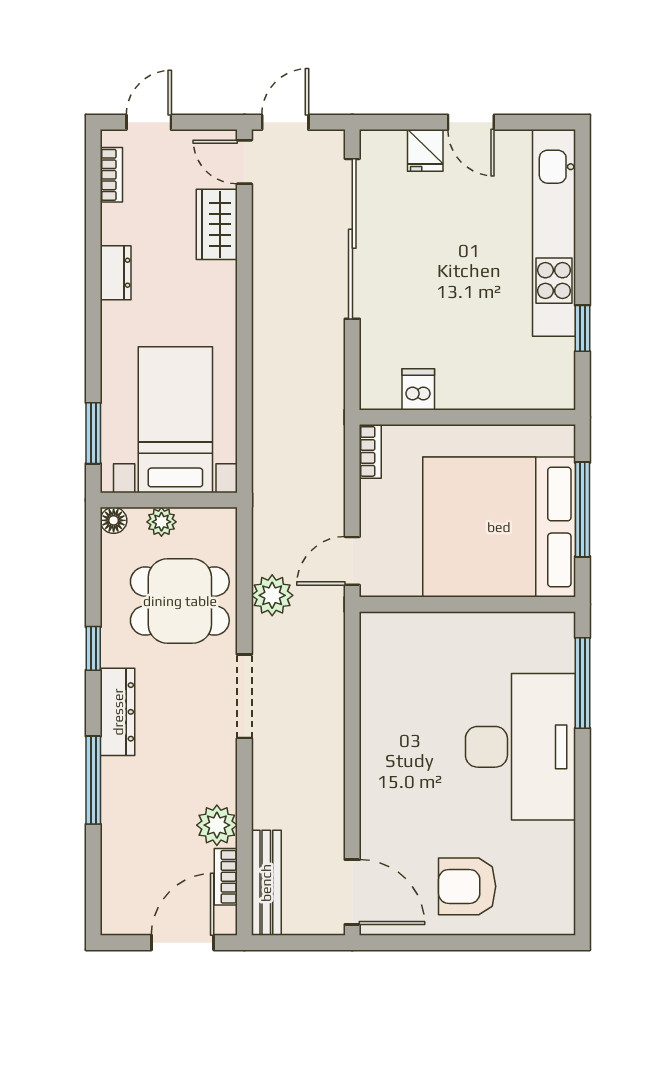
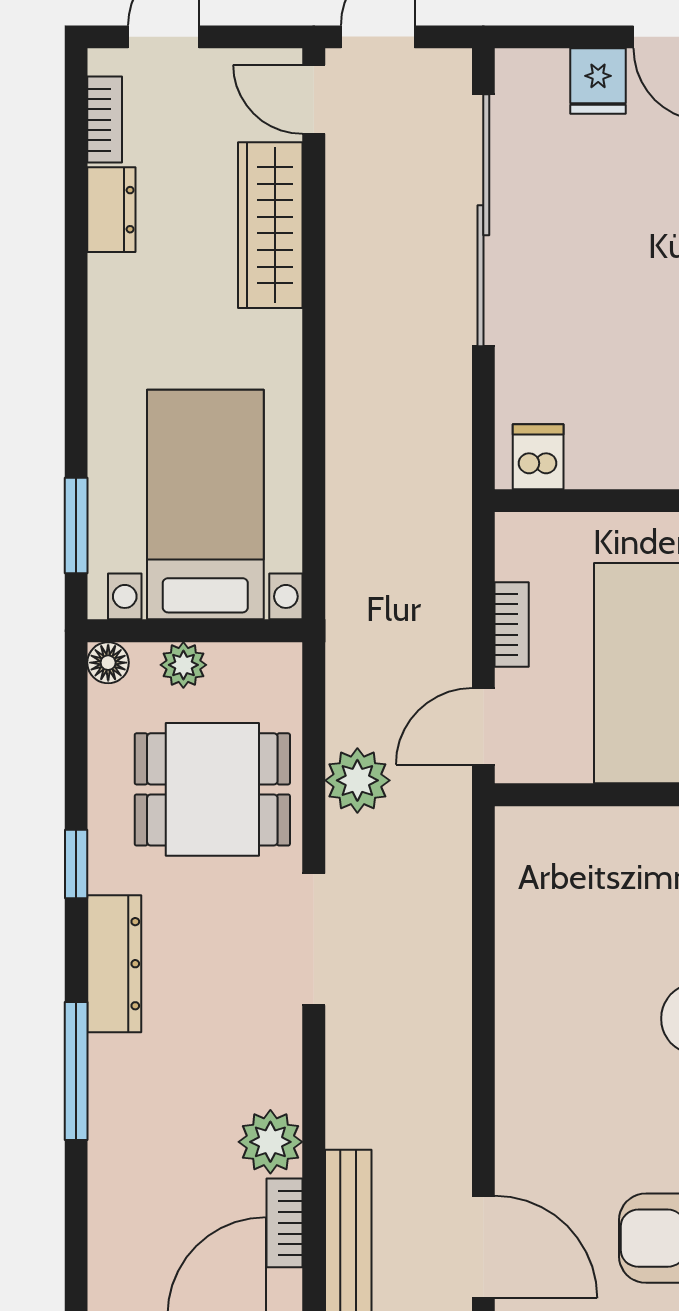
wardrobe: (217, 224) -> (270, 225), width x1.50
dresser: (116, 273) -> (111, 210), moved
dishwasher: (418, 389) -> (538, 457), moved
bookcase: (370, 451) -> (512, 624), moved

